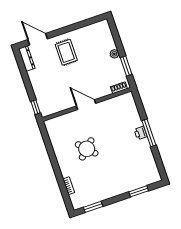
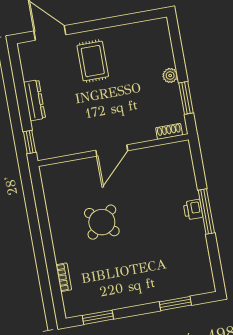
dresser: (27, 59) -> (34, 100), moved
door: (86, 105) -> (112, 150), swing flipped

